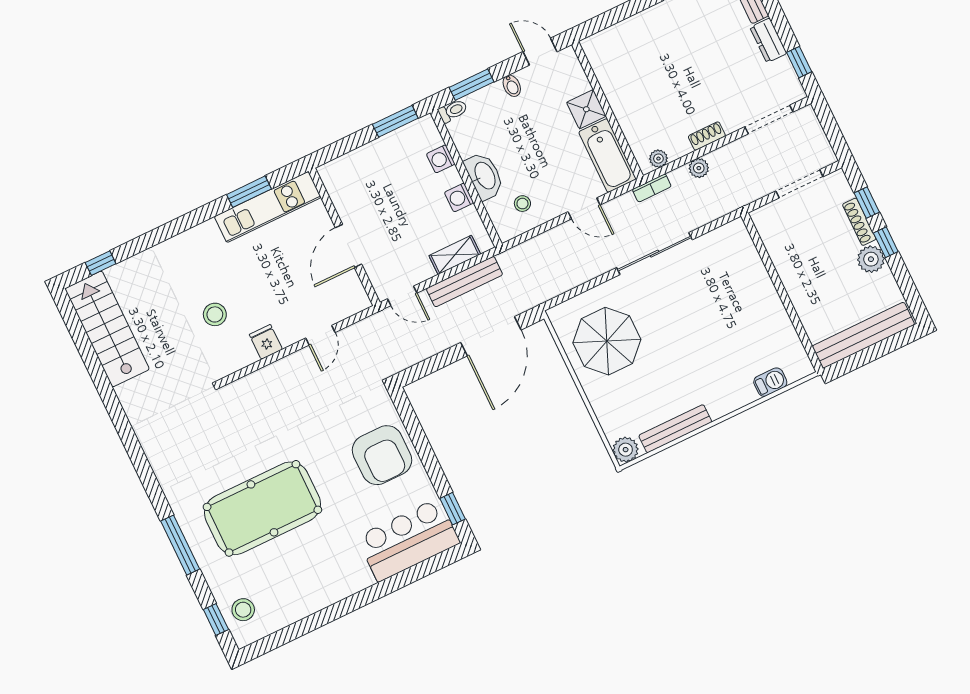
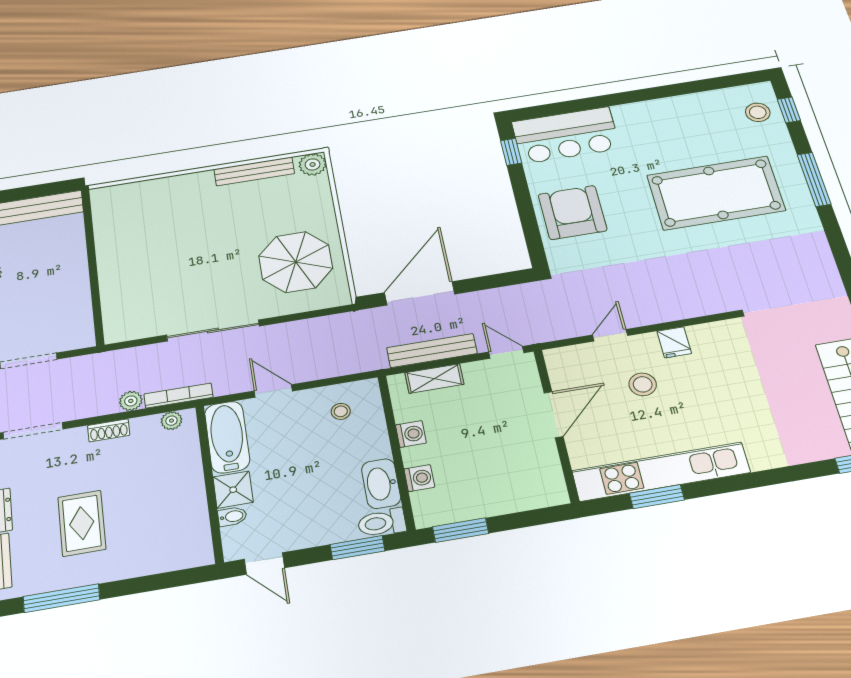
rug: (697, 48) -> (82, 523), added
bidet: (512, 86) -> (232, 516), moved, turned 90
toilet: (453, 111) -> (382, 523), width x1.37, depth x1.39
washbasin: (484, 176) -> (381, 484), moved
bookcase: (652, 188) -> (178, 396), width x1.56
kitchen unit: (268, 207) -> (661, 472), width x1.36
stool: (215, 314) -> (643, 384), moved
barbecue: (770, 382) -> (140, 190), removed

